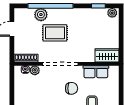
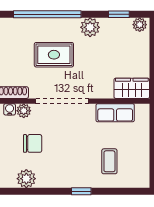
plant: (41, 15) -> (90, 27), moved
chair: (72, 88) -> (33, 143), moved

